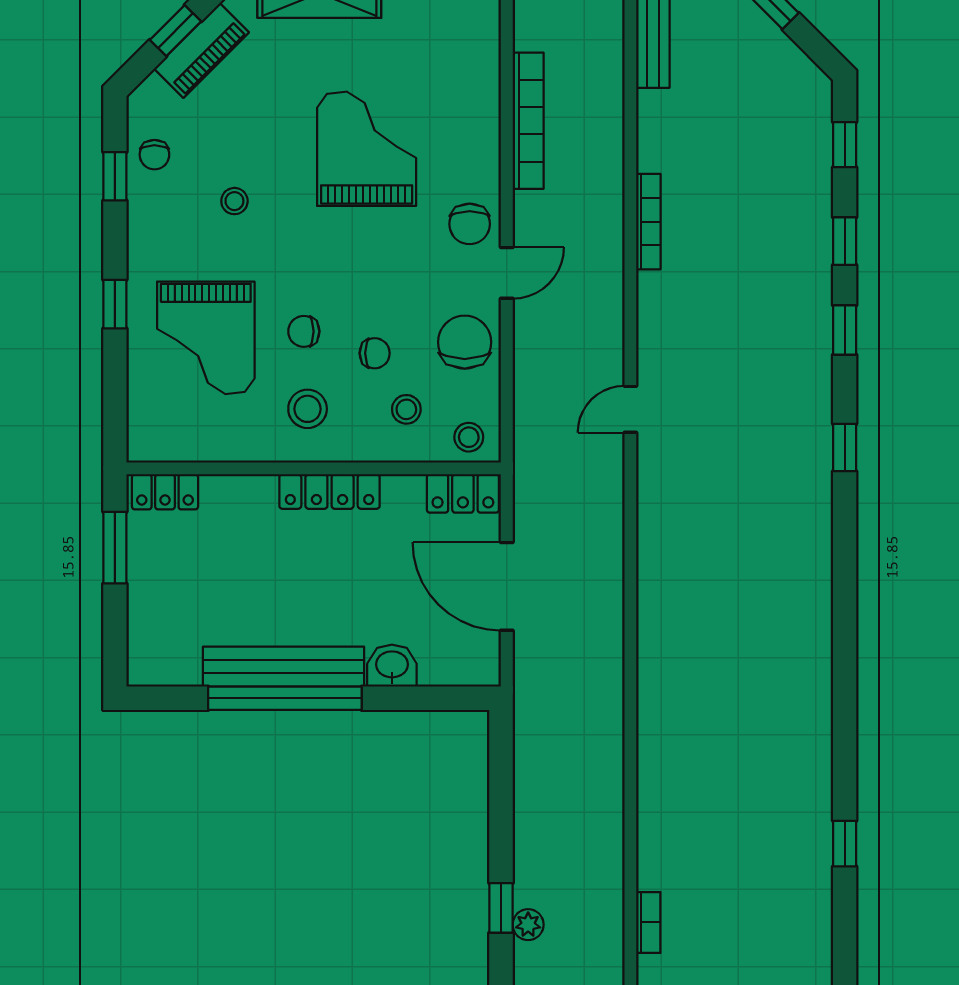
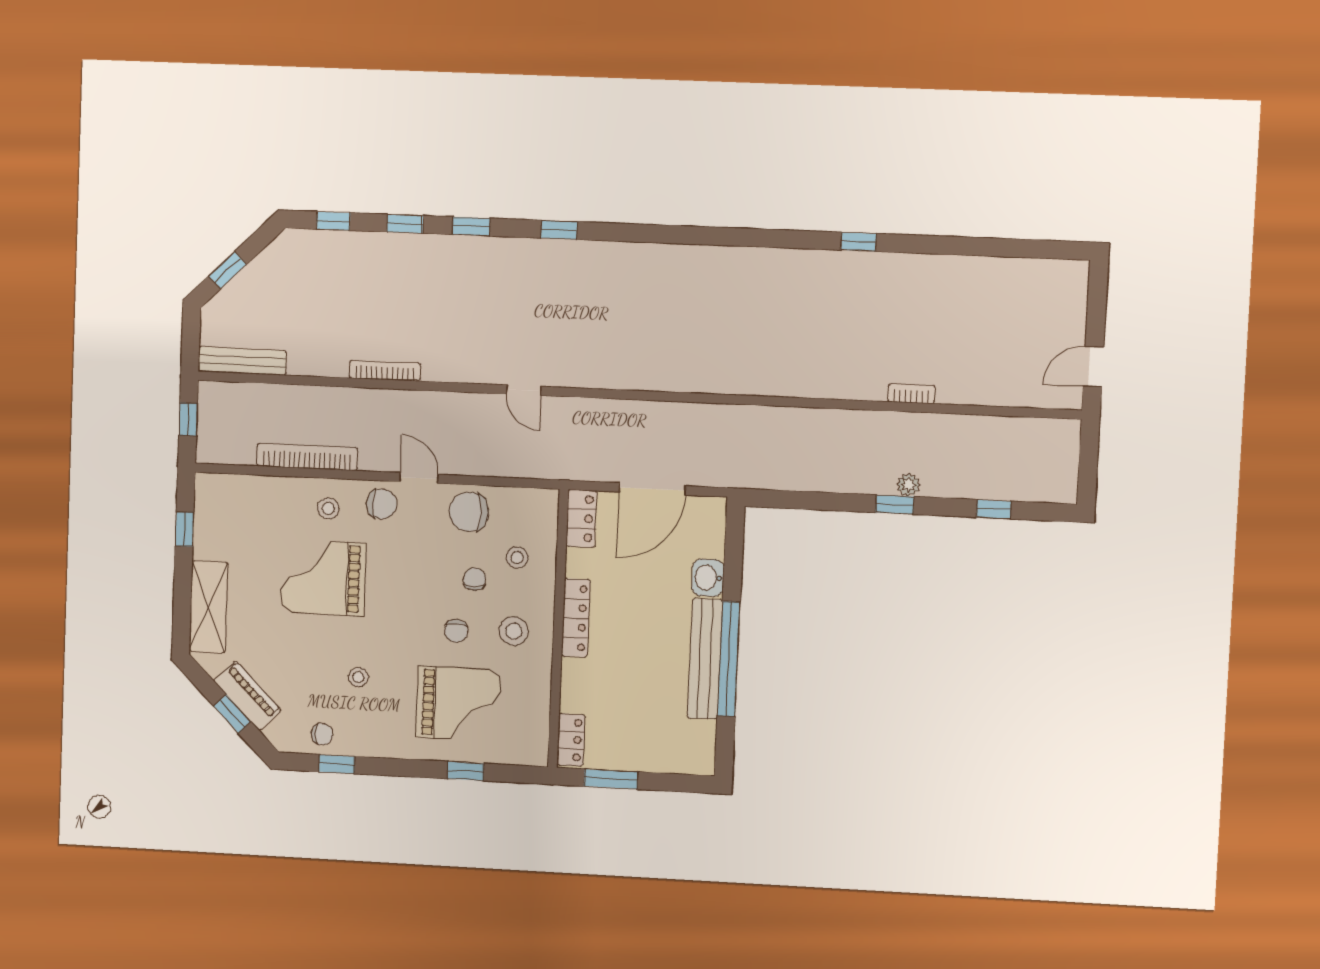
window: (115, 304) -> (466, 771), moved
stool: (469, 437) -> (328, 508), moved

